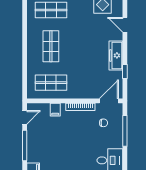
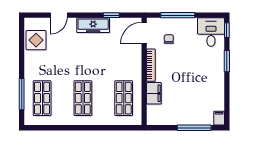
shop shelf: (51, 46) -> (83, 98), turned 90
door: (109, 101) -> (144, 33), hinge flipped
filing cabinet: (55, 110) -> (154, 93), width x2.00
door: (25, 117) -> (163, 128), removed

